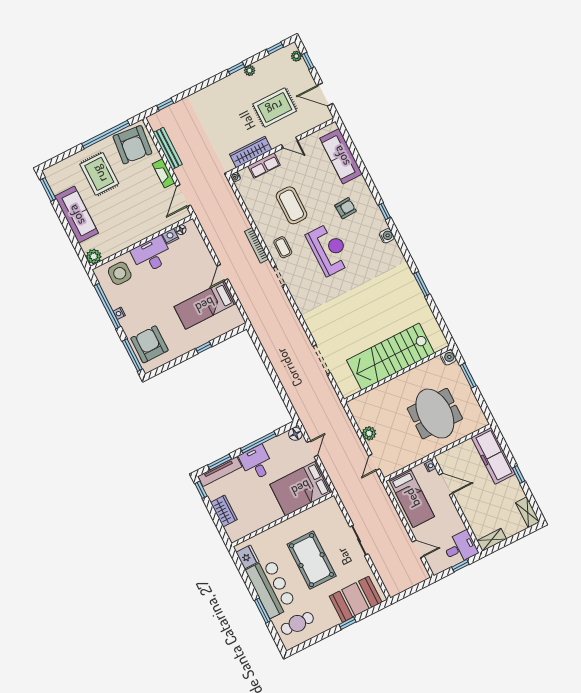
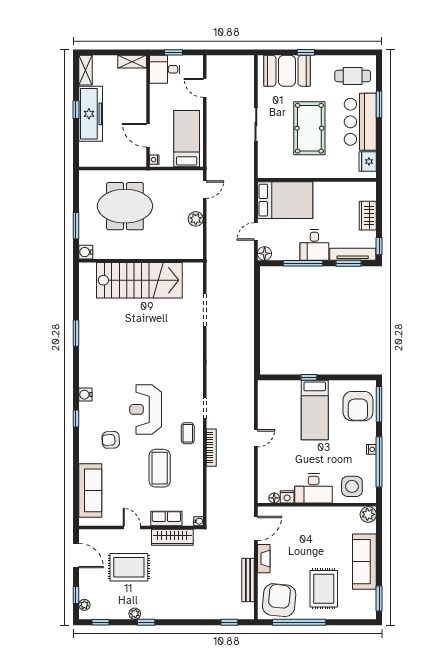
bed: (205, 305) -> (315, 410), moved, turned 90
meeting table: (435, 414) -> (125, 206), turned 90
freezer: (493, 456) -> (91, 114), moved

